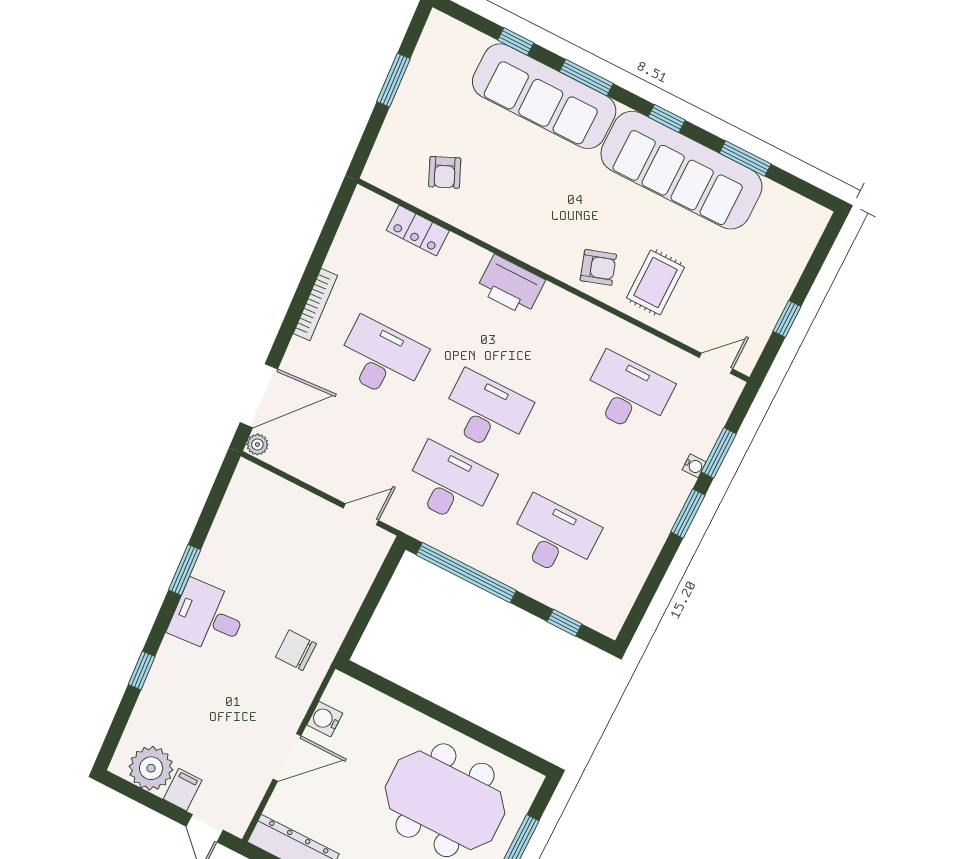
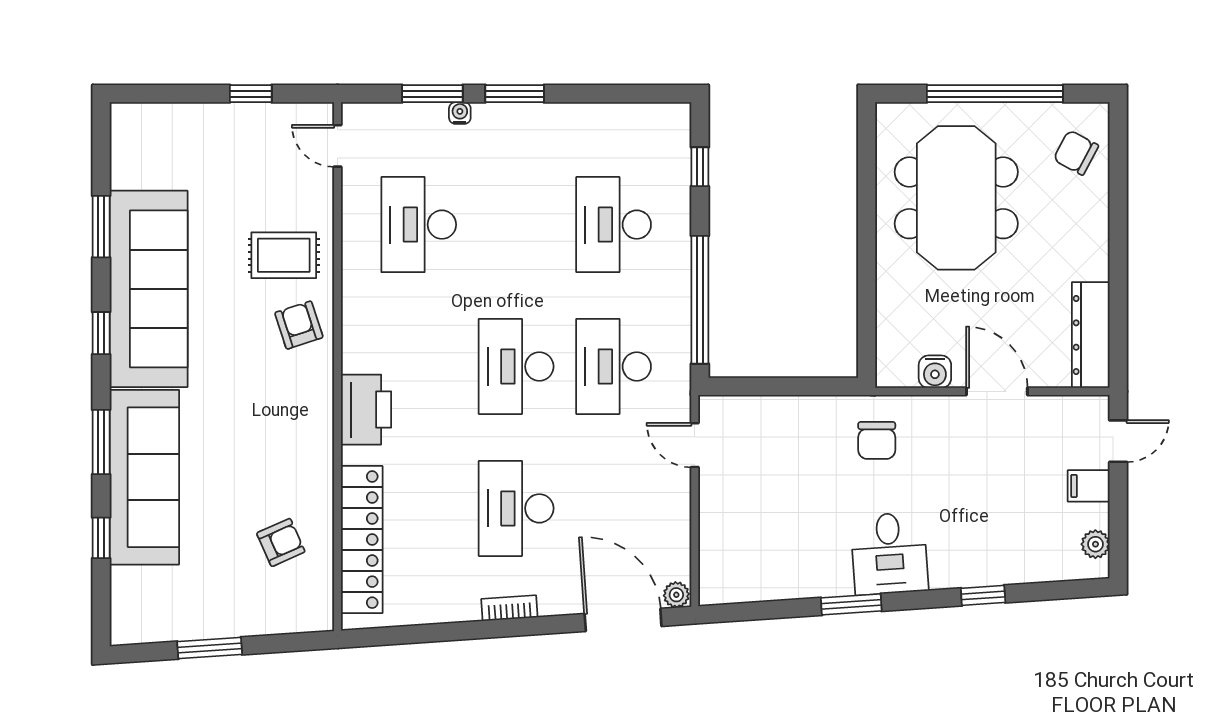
locker: (418, 231) -> (362, 540), width x2.16, depth x1.21
bookcase: (315, 305) -> (509, 608), width x0.64
plant: (151, 768) -> (1095, 544), width x0.53, depth x0.53

